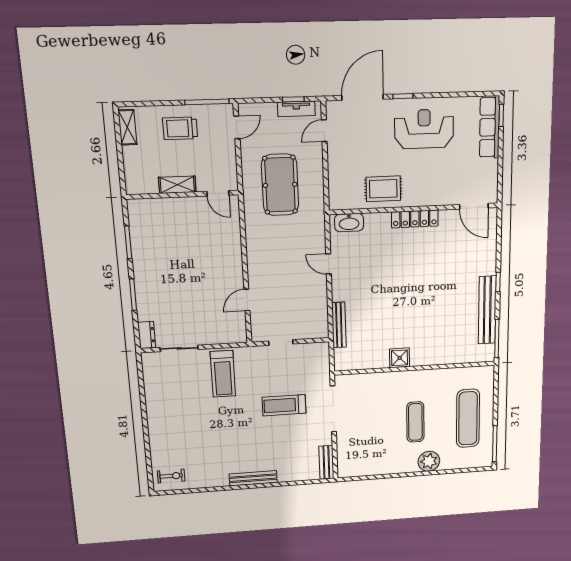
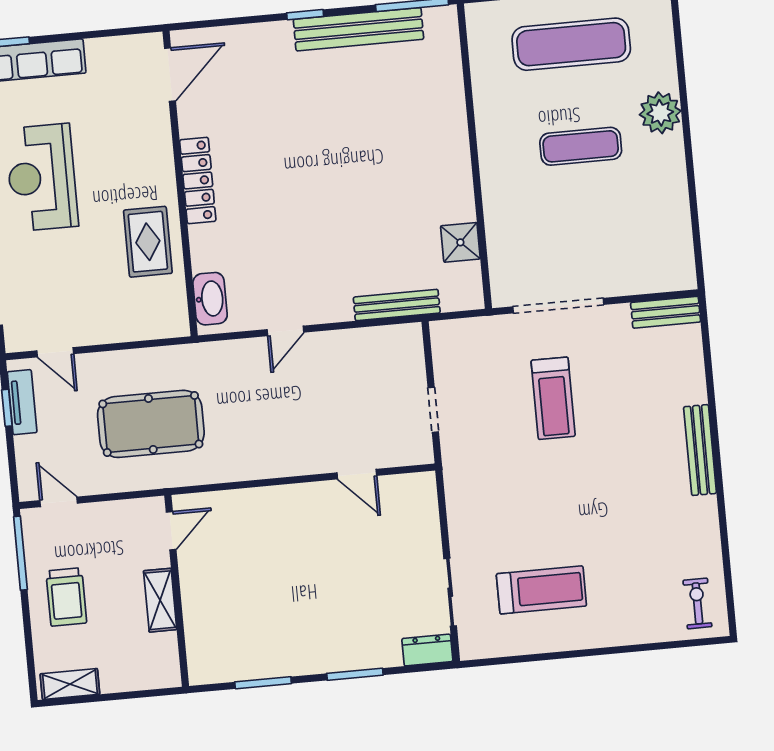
shower: (400, 358) -> (460, 242), moved
treadmill: (223, 374) -> (541, 590), moved

